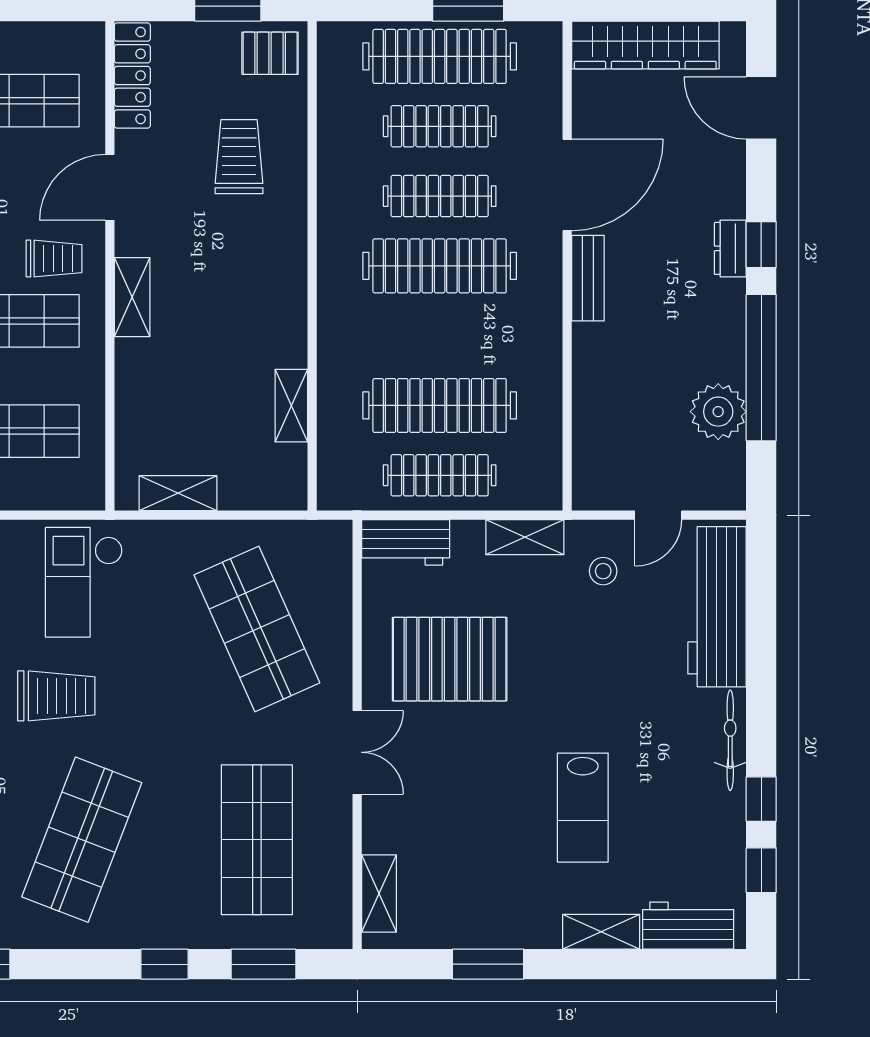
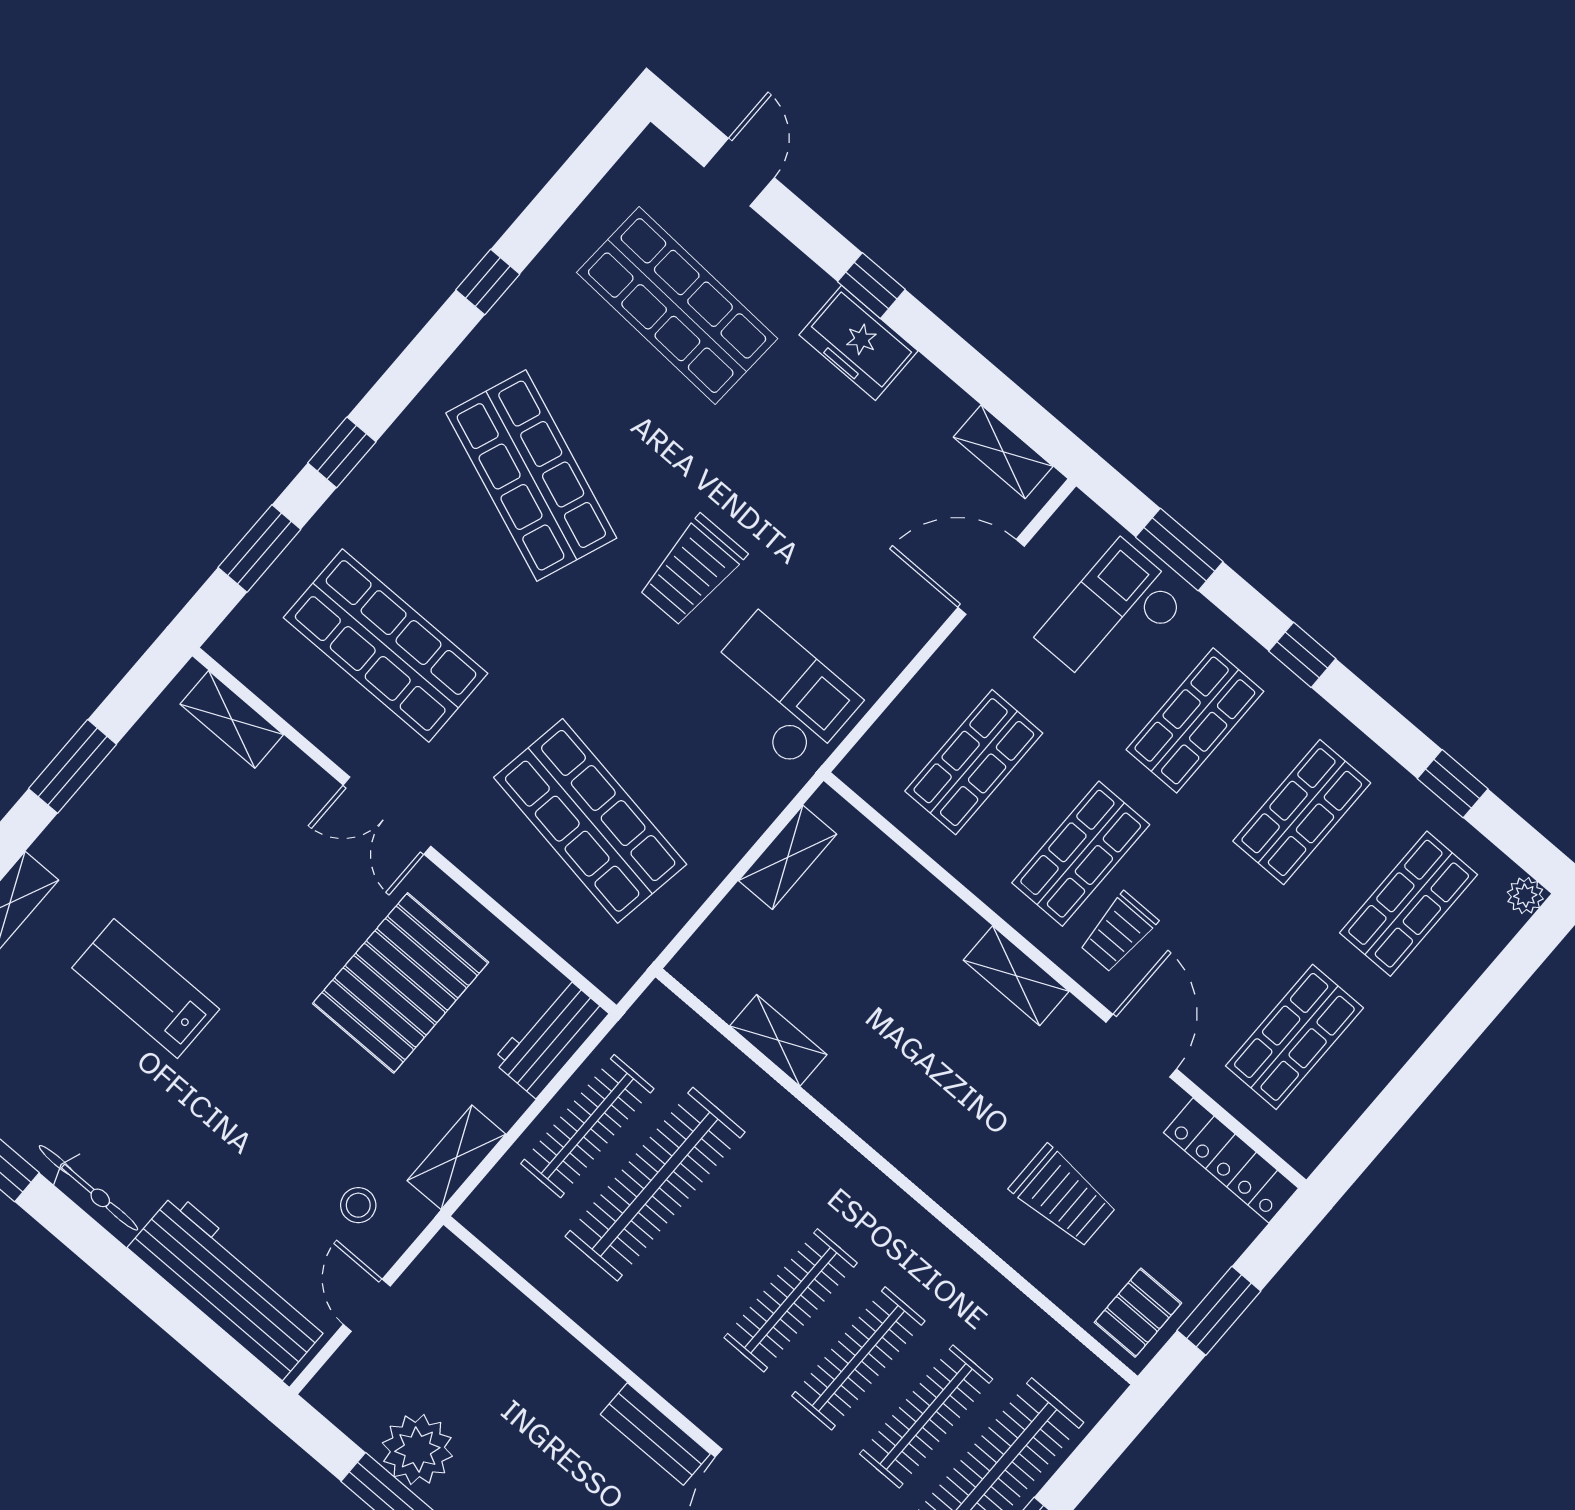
clothes rail: (440, 266) -> (791, 1300), width x0.73, depth x0.76
shop shelf: (257, 629) -> (590, 821), turned 33

